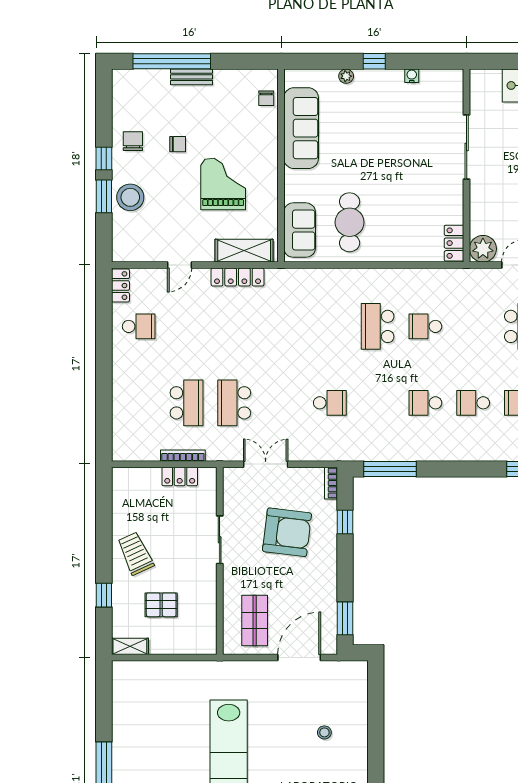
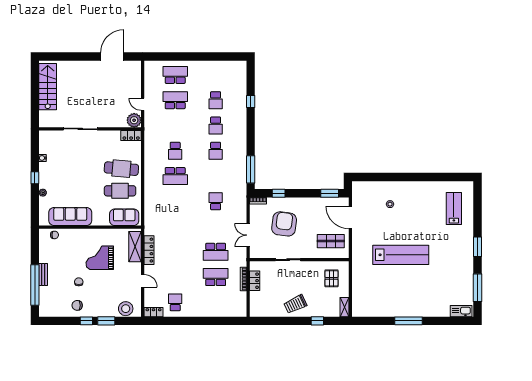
stool: (130, 197) -> (126, 309), moved
cafe table: (391, 225) -> (121, 169), added
pallet: (161, 605) -> (331, 278), moved

